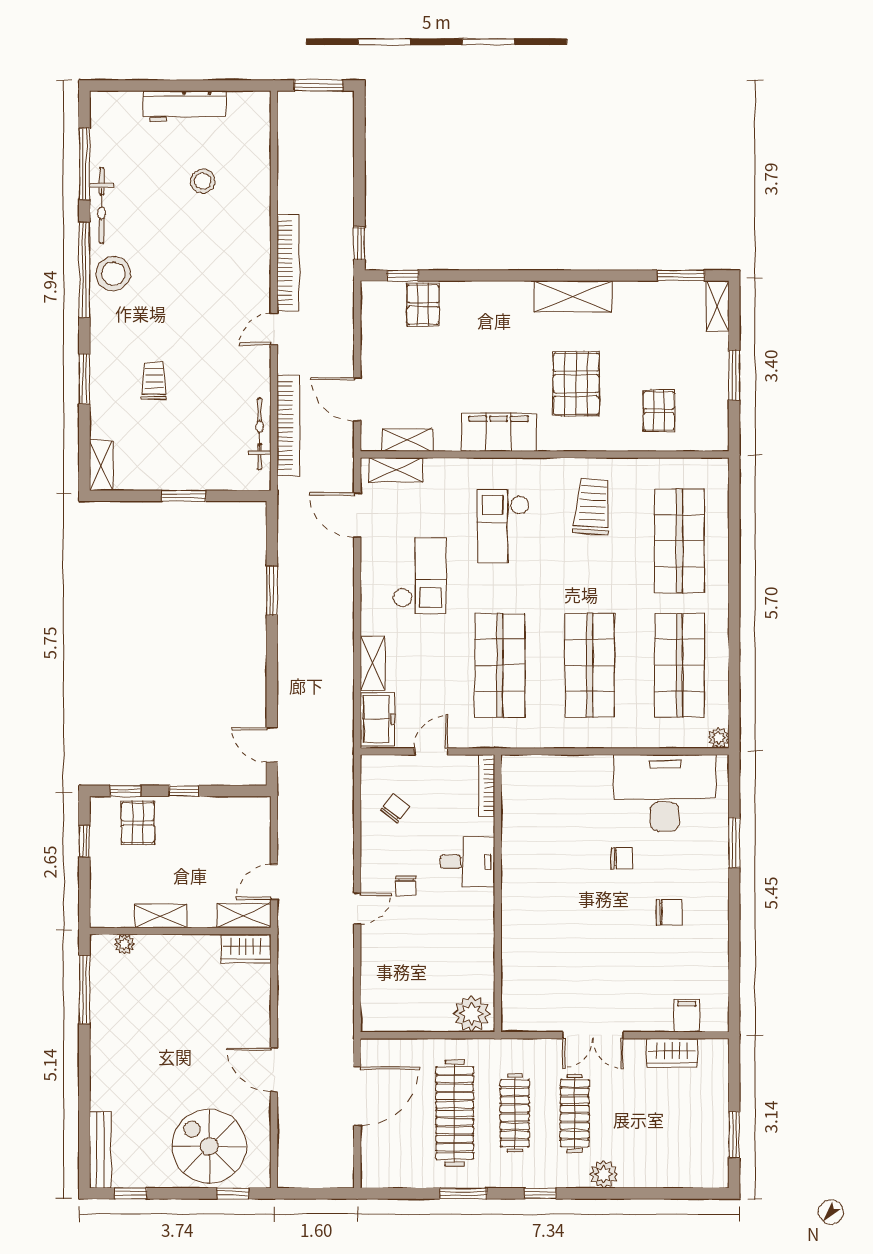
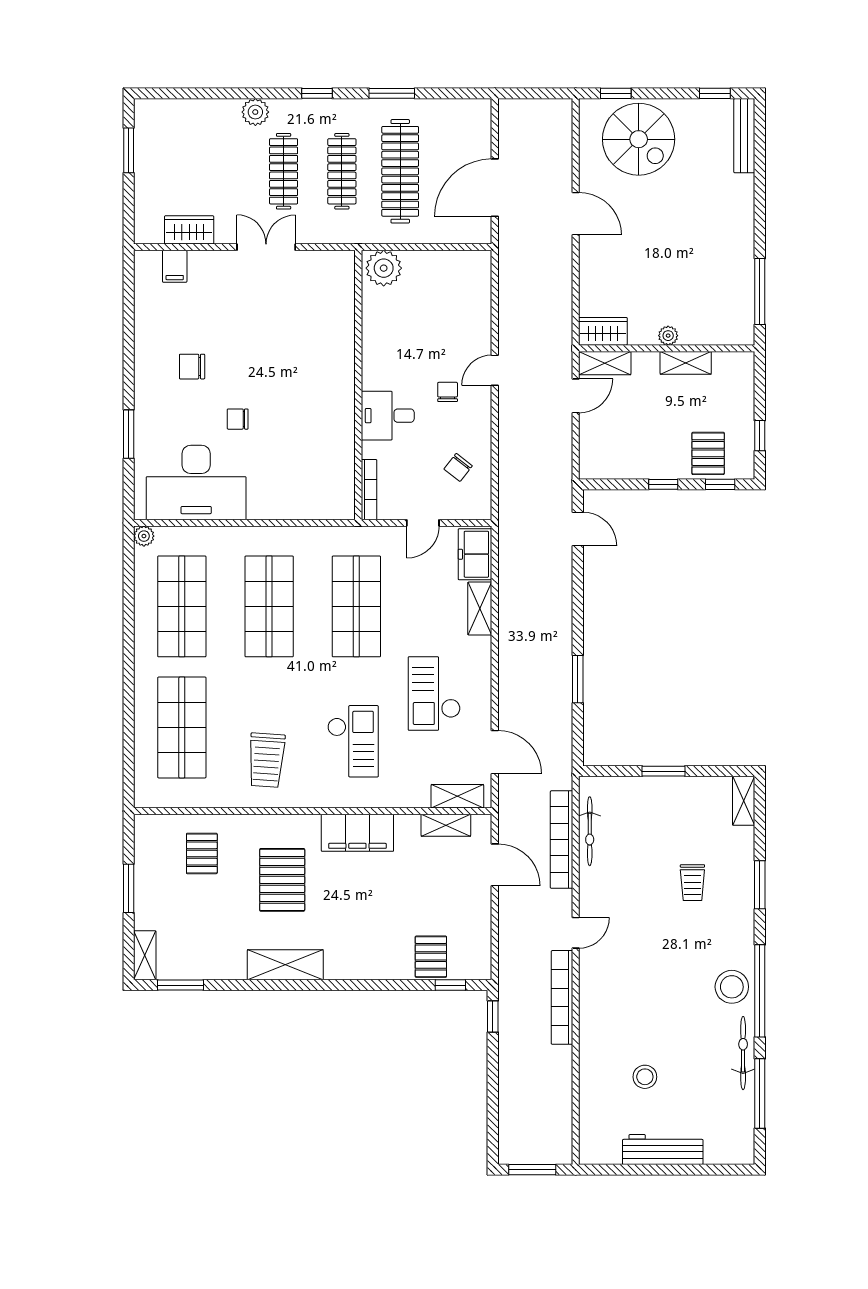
plant: (124, 944) -> (668, 336), moved

